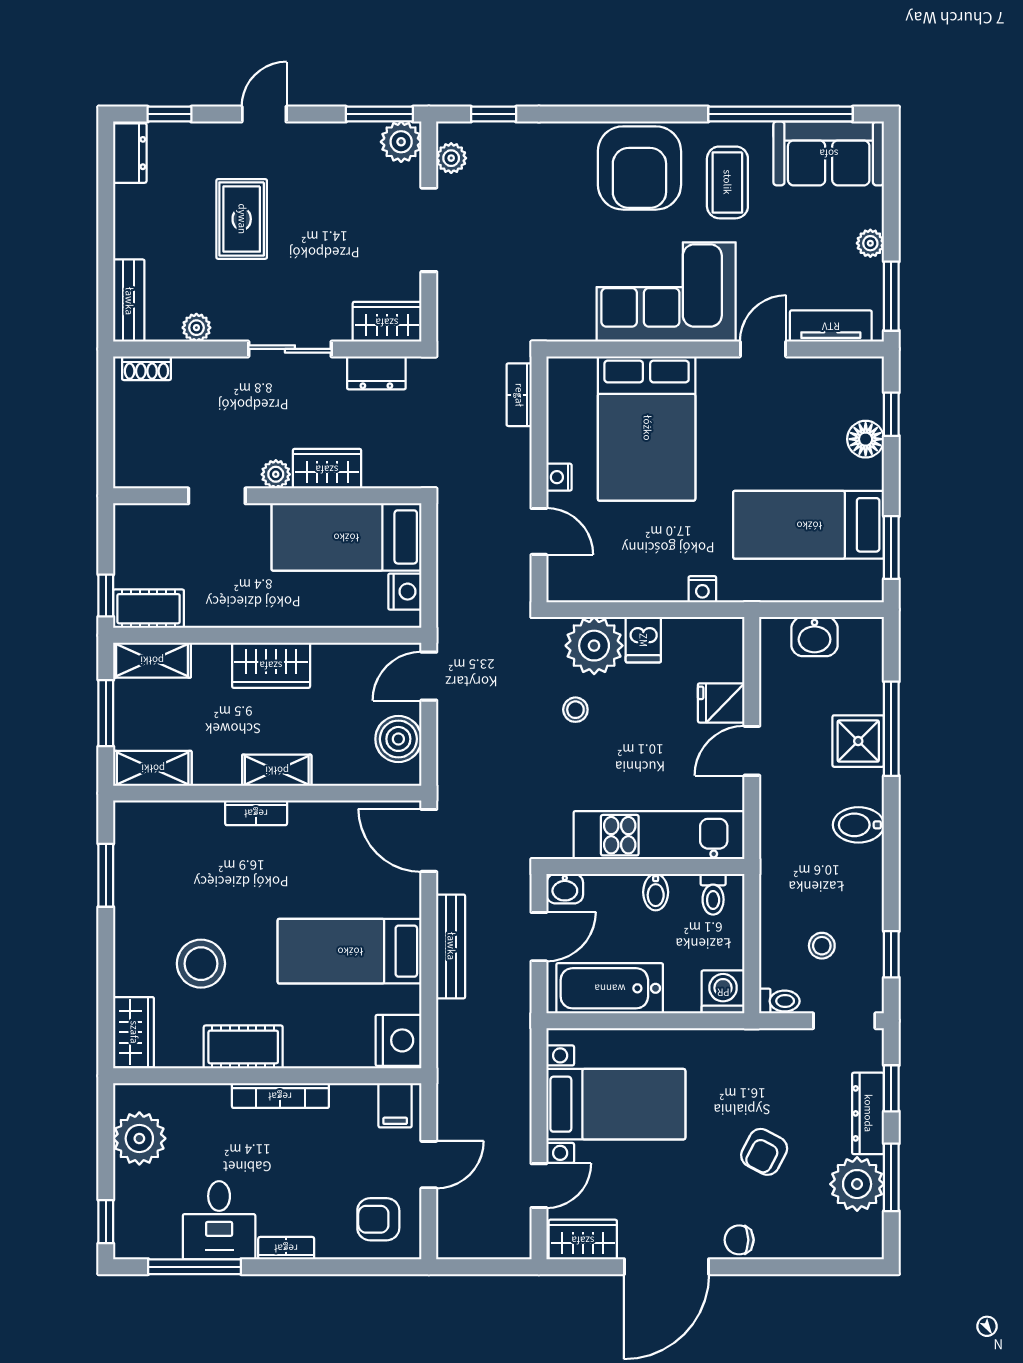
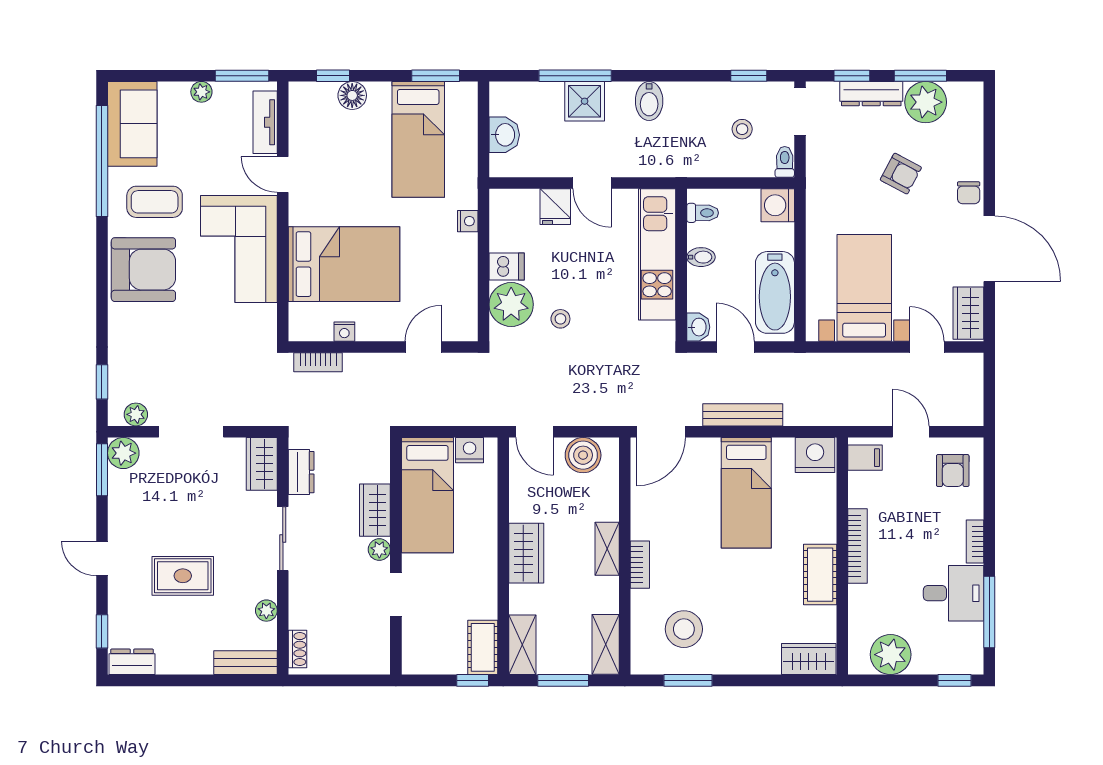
nightstand: (559, 477) -> (344, 332), moved
stool: (201, 964) -> (684, 629), moved

